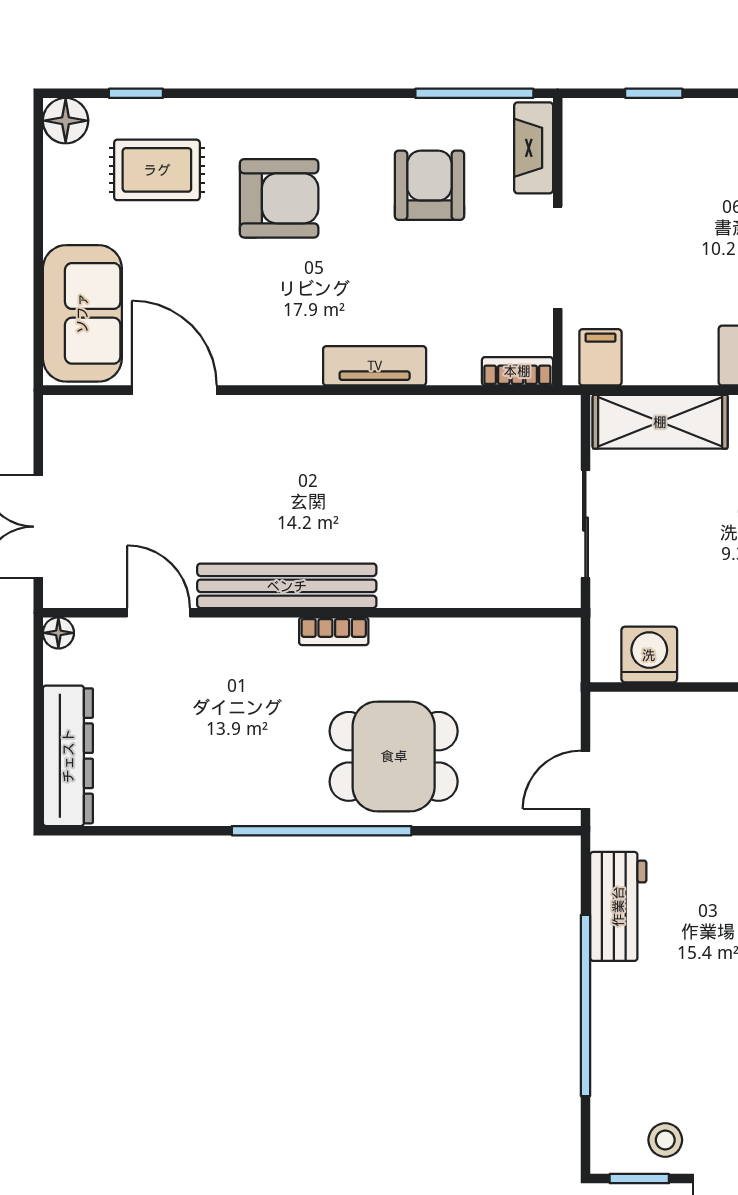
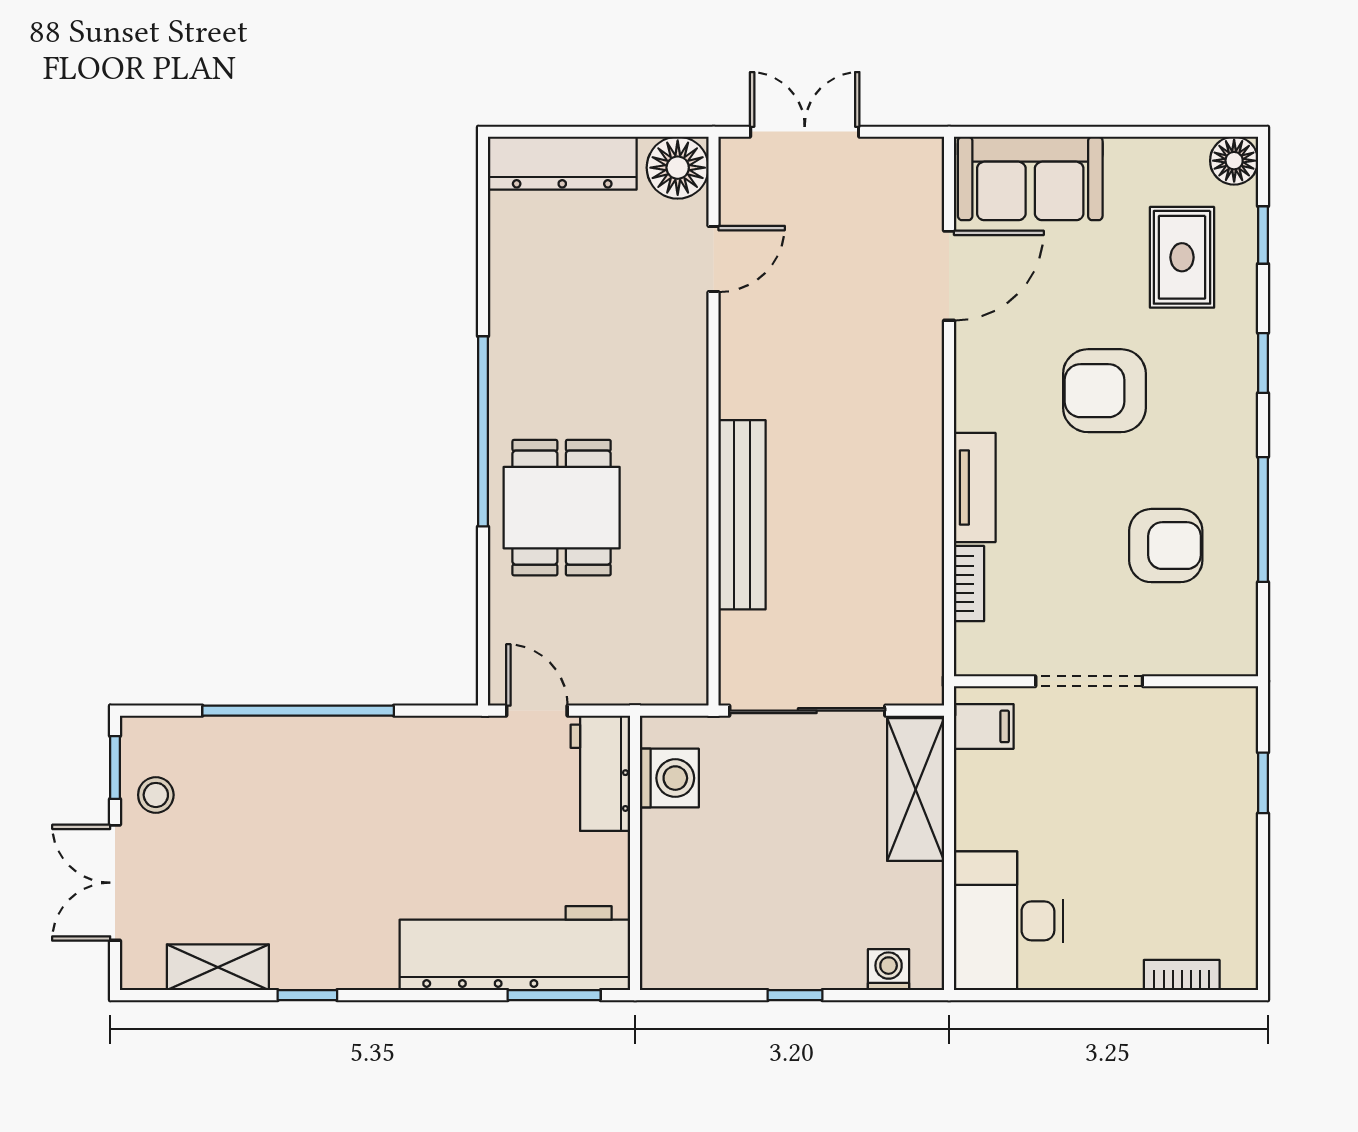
window: (257, 93) -> (1263, 363), added
window: (474, 93) -> (1263, 520), moved
fireplace: (534, 148) -> (1205, 656), removed
armchair: (279, 198) -> (1104, 391), moved, turned 90
bookcase: (517, 371) -> (969, 584), moved
sliding door: (585, 524) -> (807, 711), width x1.37
bench: (287, 586) -> (742, 515), moved
bookcase: (334, 631) -> (694, 444), removed
floor lamp: (58, 633) -> (678, 168), width x1.89, depth x1.89
workbench: (618, 906) -> (600, 773), moved, turned 90

